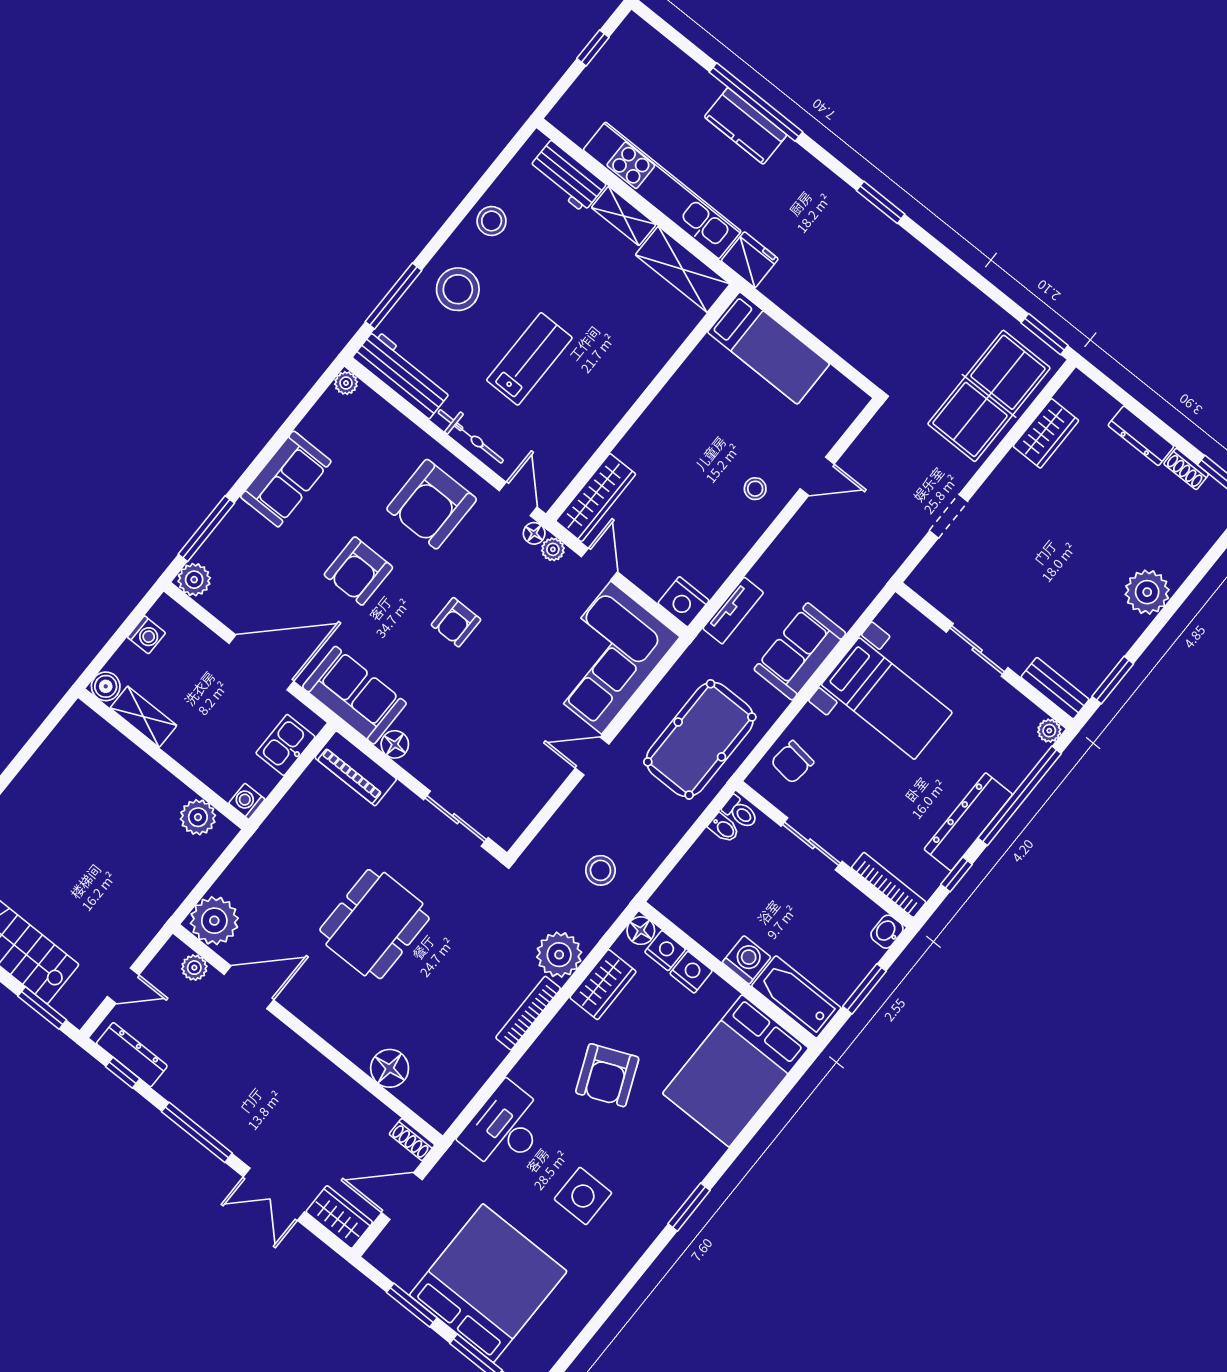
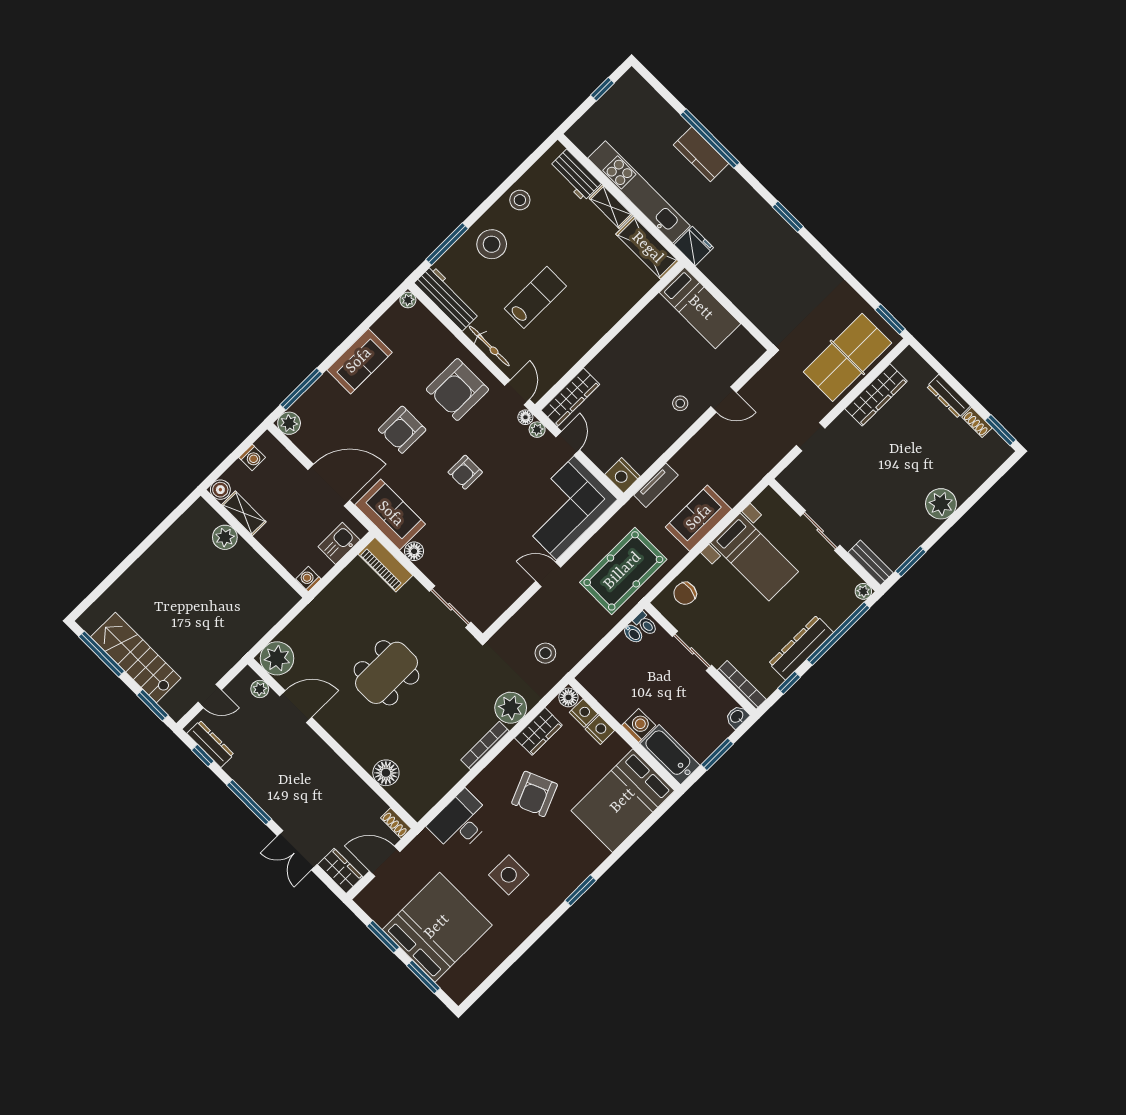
wardrobe: (1046, 433) -> (876, 395), width x1.50
plant: (198, 817) -> (225, 537), moved

